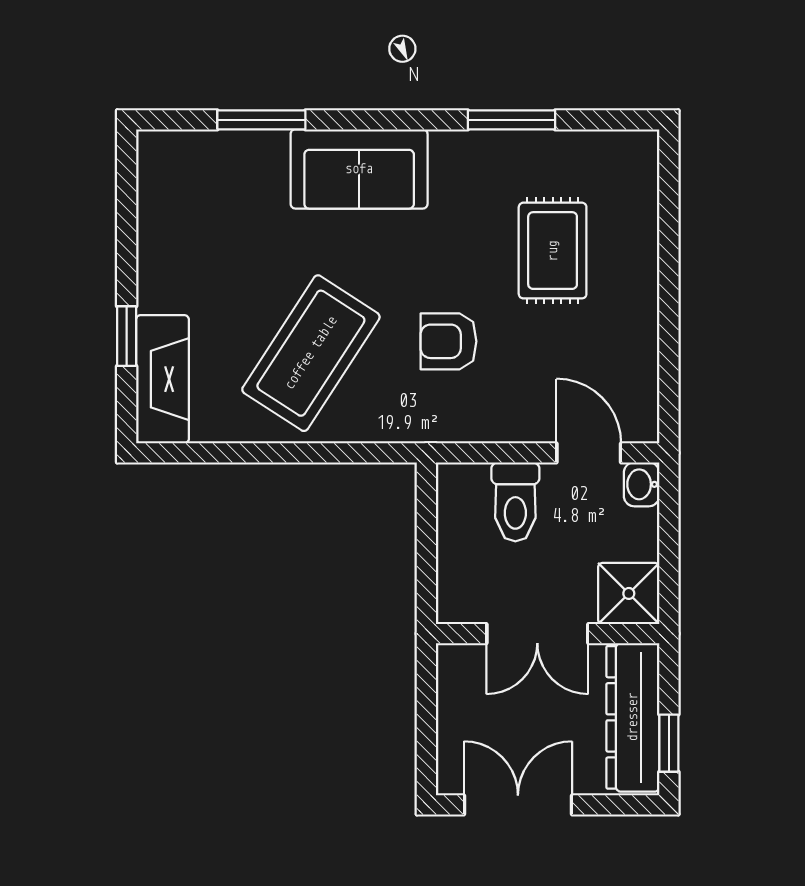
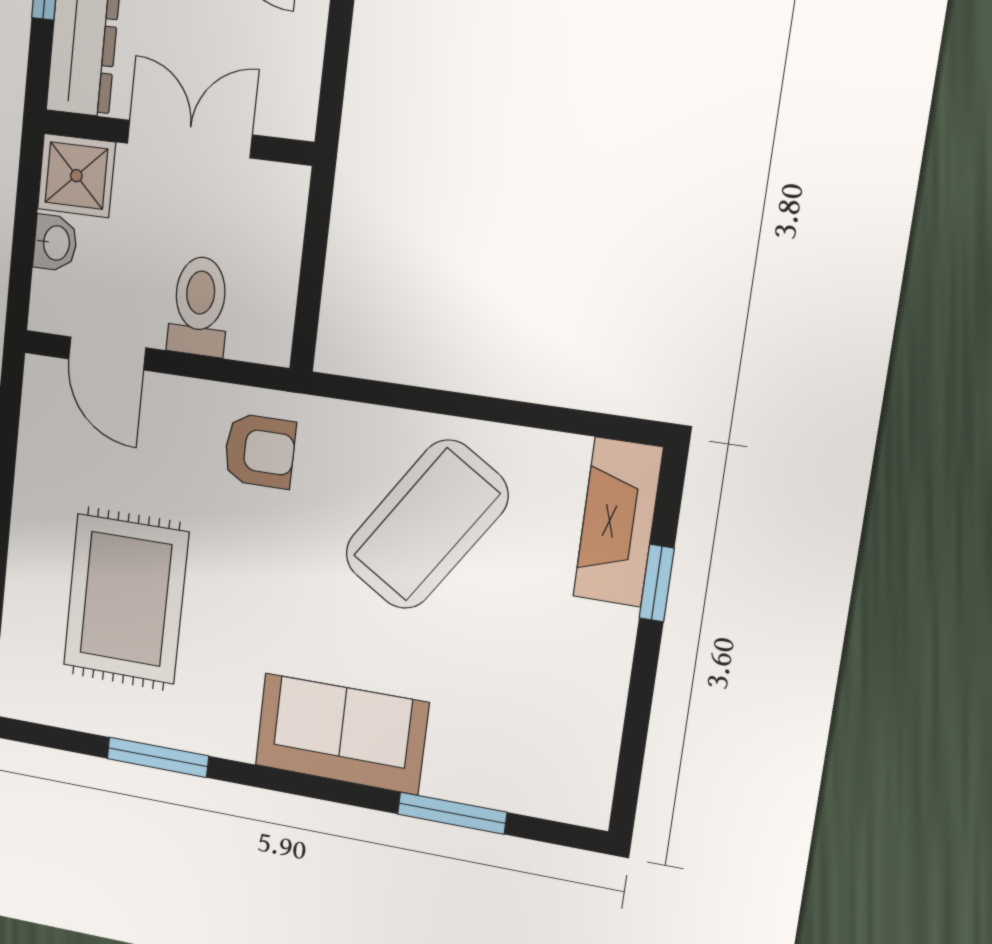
rug: (553, 251) -> (126, 599), width x1.36, depth x1.43
armchair: (448, 341) -> (260, 451), moved
washbasin: (642, 484) -> (55, 243), moved

